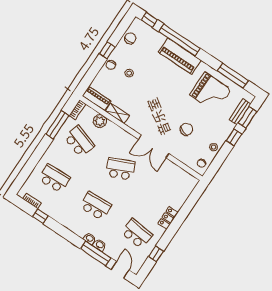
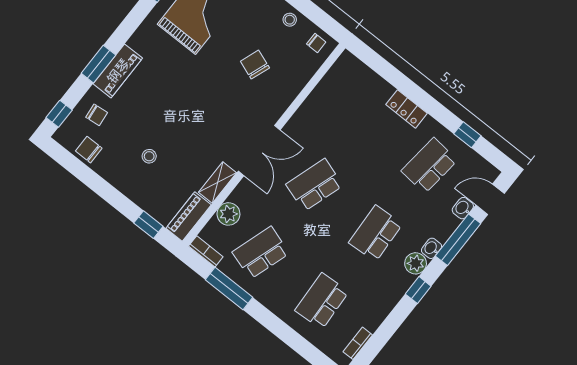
window: (179, 40) -> (98, 64), width x0.47
window: (107, 50) -> (148, 225), moved
piano: (180, 56) -> (118, 71), width x0.73, depth x0.75
chair: (111, 65) -> (97, 115), moved
double door: (154, 147) -> (259, 150), moved
school desk: (120, 169) -> (314, 185), turned 42
window: (40, 216) -> (418, 290), moved
plant: (80, 230) -> (416, 263), added
washbasin: (100, 245) -> (463, 208), moved

